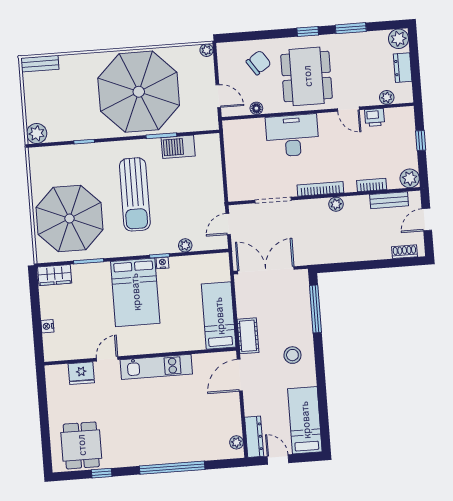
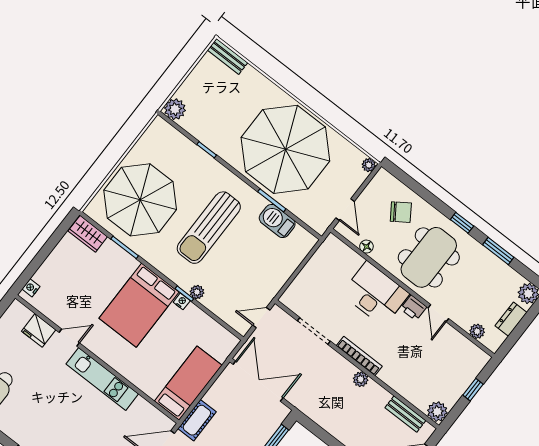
printer: (375, 117) -> (414, 308), moved
bookcase: (372, 185) -> (403, 390), removed
plant: (185, 245) -> (197, 292), moved
nightstand: (47, 326) -> (31, 288), moved

